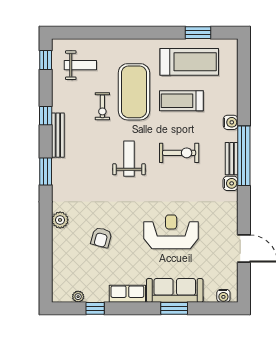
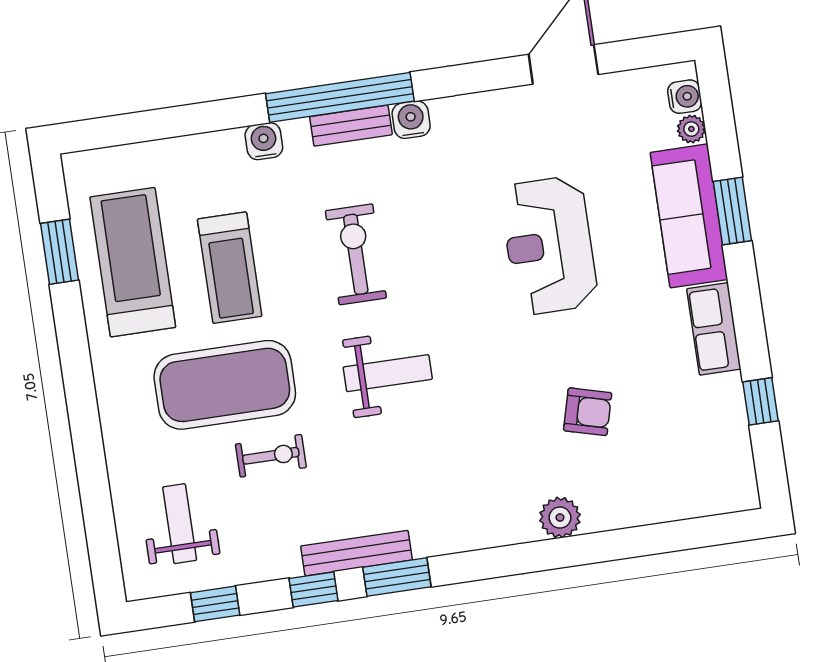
window: (46, 60) -> (215, 604), moved
weight bench: (129, 159) -> (388, 373), turned 180
window: (46, 171) -> (397, 577), moved
plant: (78, 297) -> (691, 129), moved

